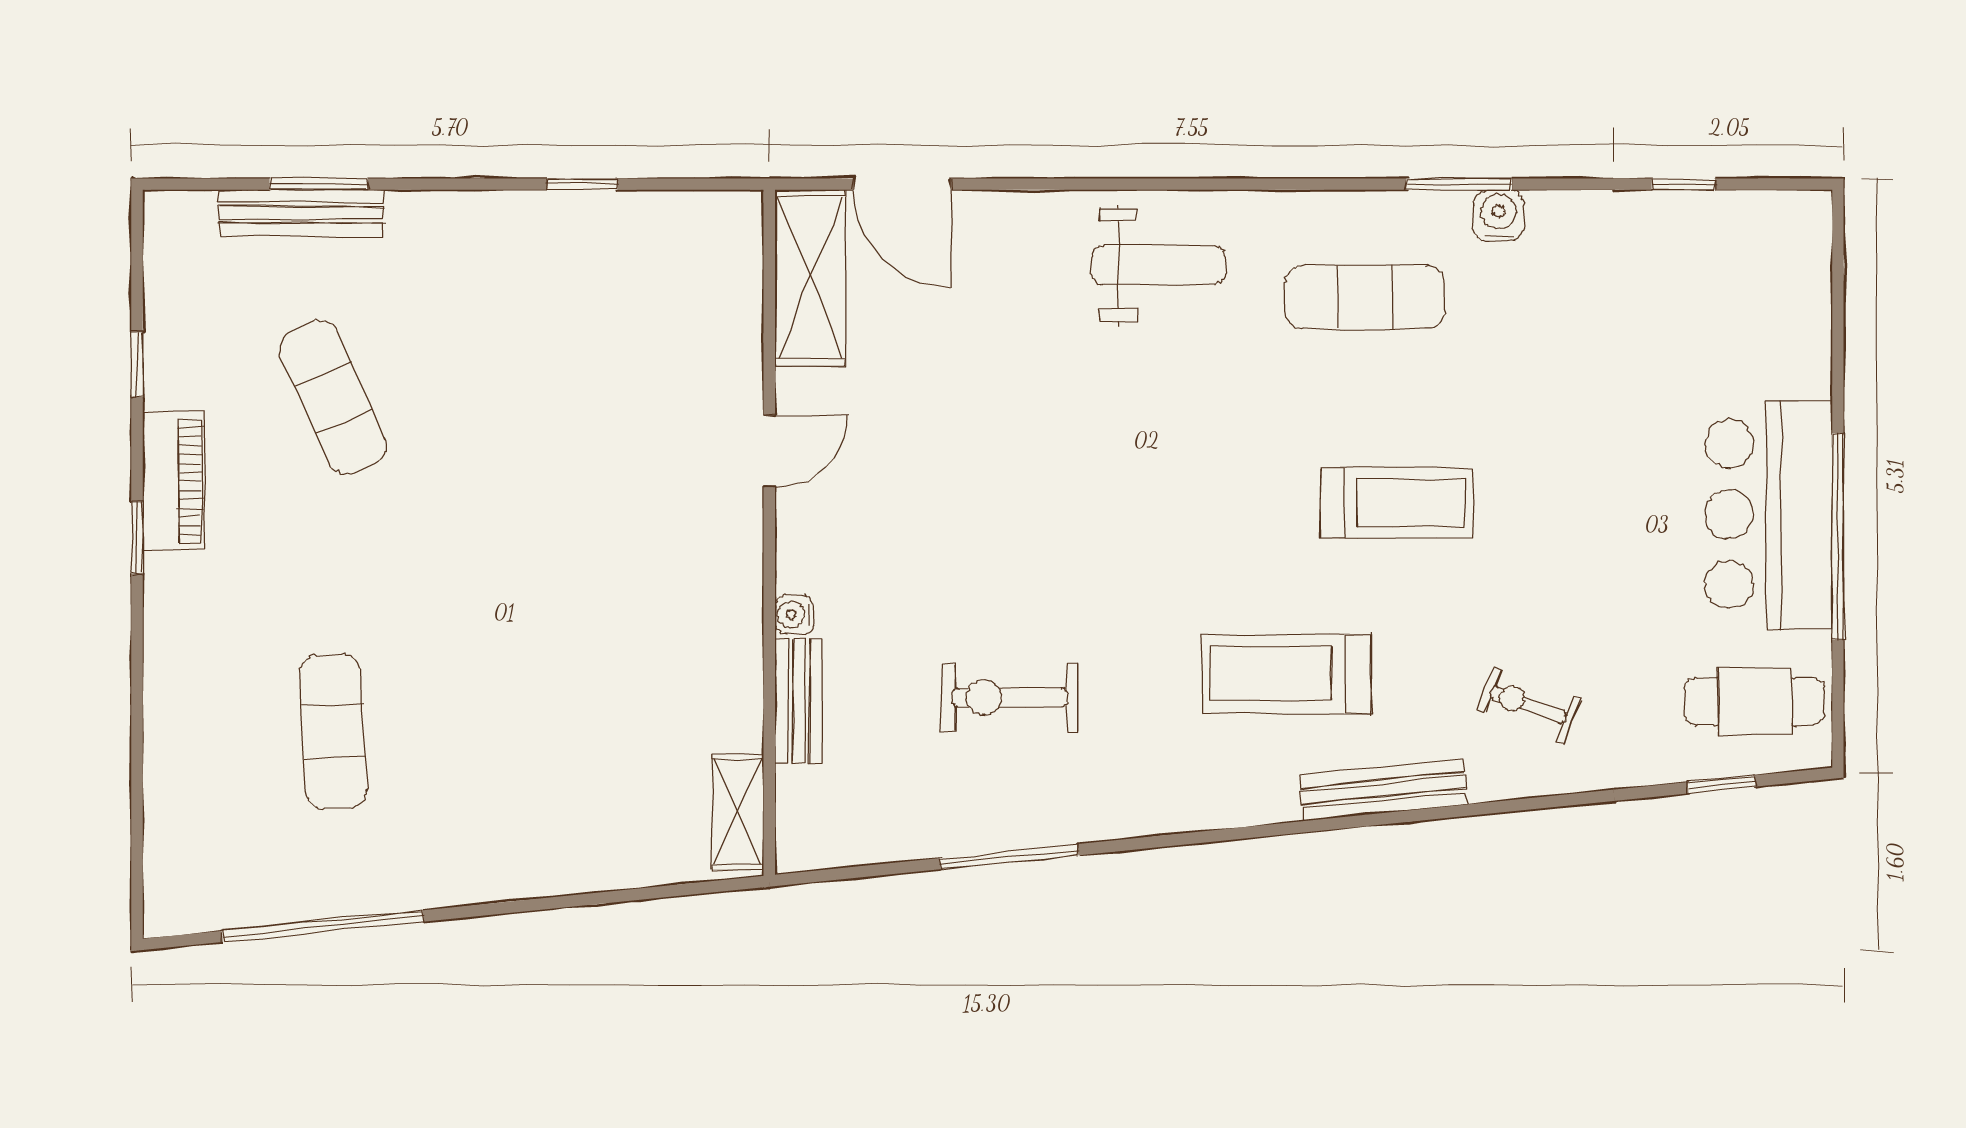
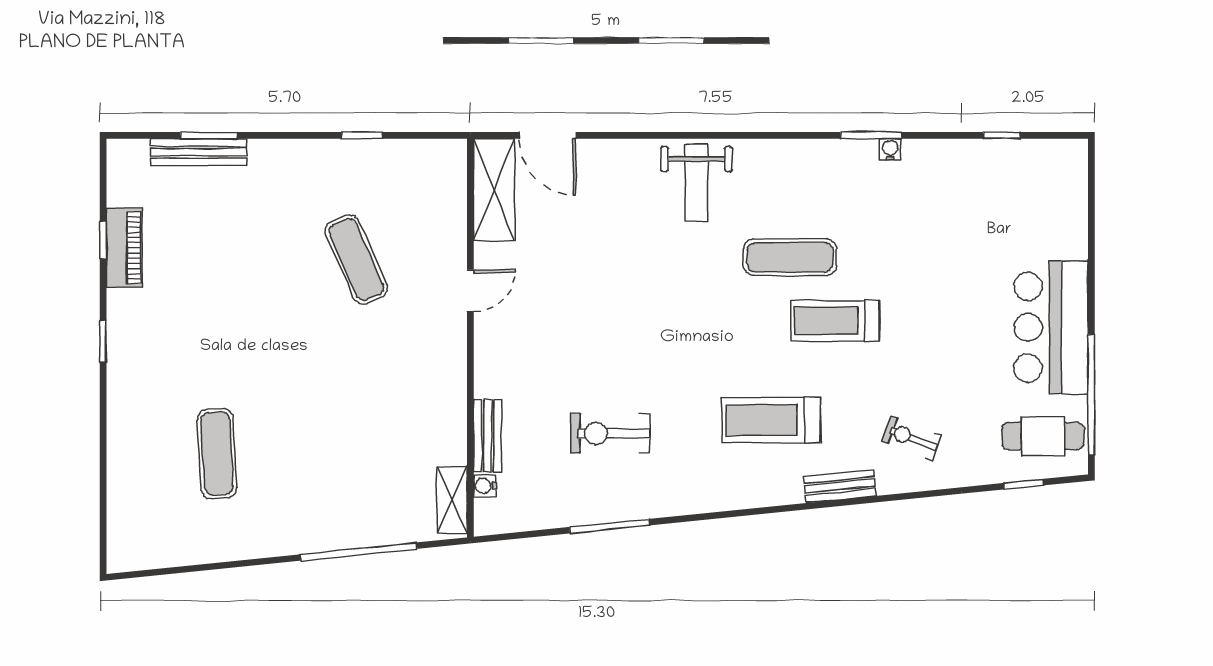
water cooler: (1499, 215) -> (890, 149), width x0.72, depth x0.72
weight bench: (1159, 265) -> (697, 182), turned 90
exercise mat: (1365, 297) -> (790, 257), moved
exercise mat: (333, 398) -> (356, 260), moved
piano: (173, 481) -> (124, 248), moved
treadmill: (1396, 503) -> (835, 321), turned 180
window: (1838, 536) -> (1091, 395), moved
water cooler: (794, 615) -> (485, 486), moved
bench: (1383, 790) -> (840, 486), width x0.73
window: (323, 926) -> (359, 552), moved

